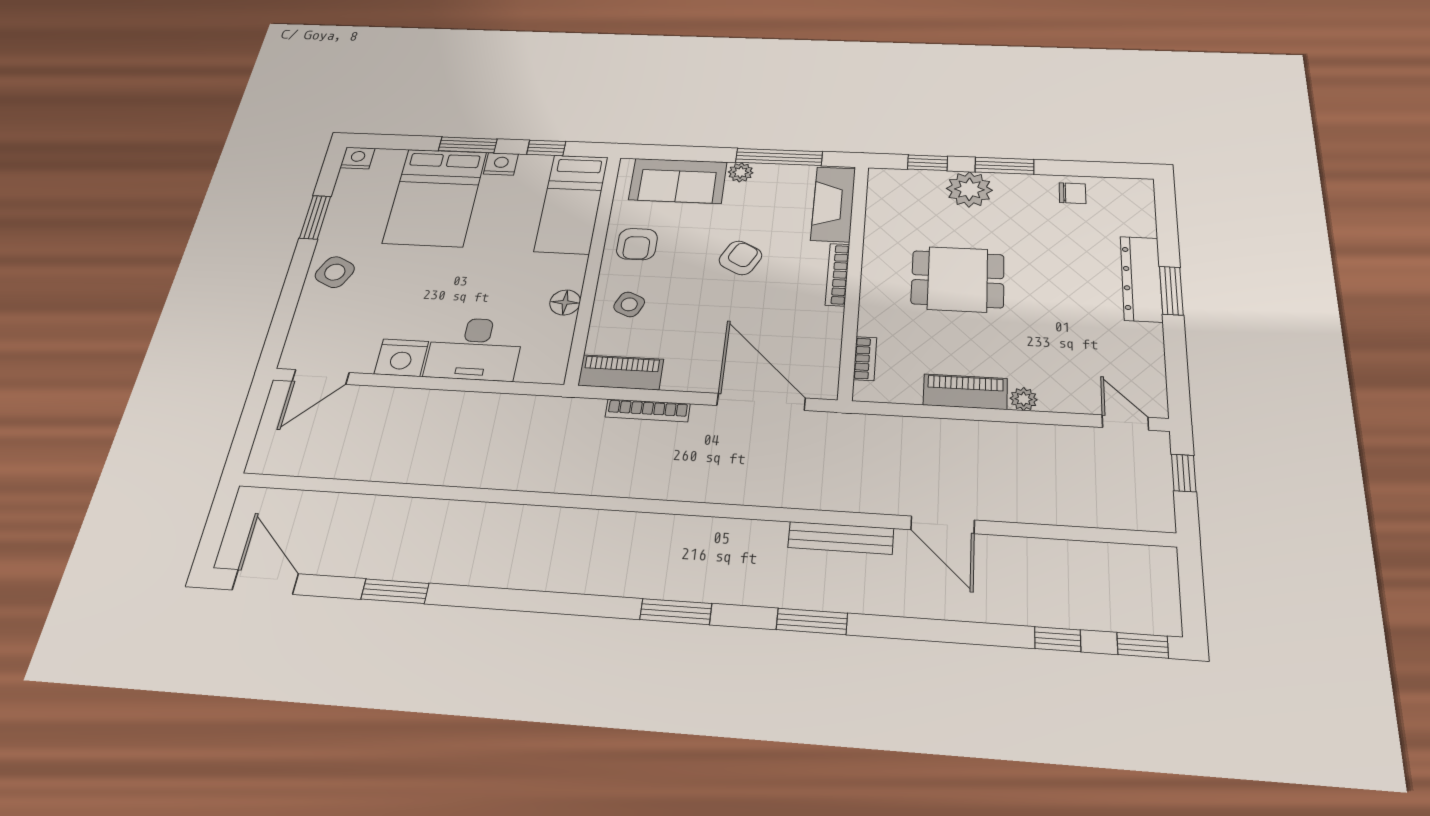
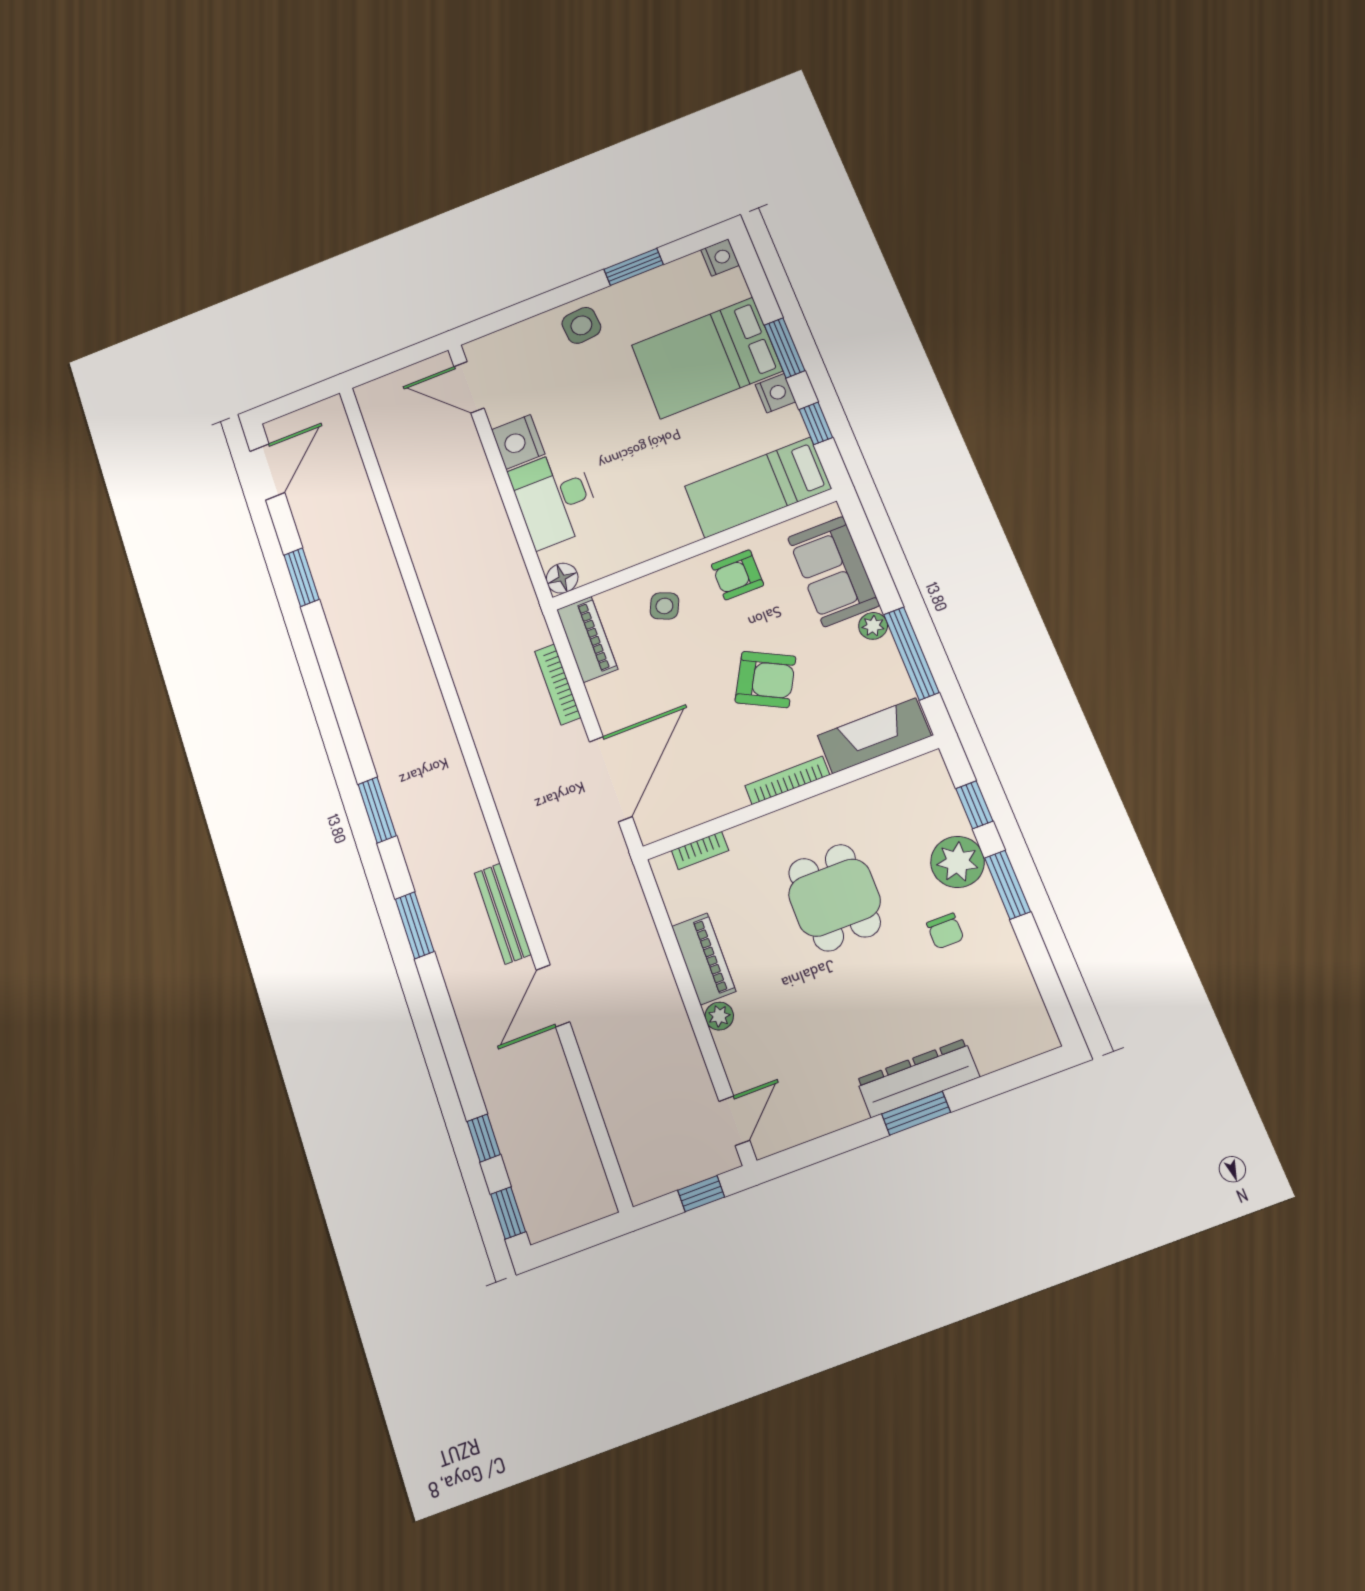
chair: (1072, 193) -> (945, 931), moved
armchair: (740, 258) -> (765, 679), width x1.38, depth x1.38
side table: (335, 272) -> (581, 325), turned -31
floor lamp: (565, 302) -> (562, 578), moved

